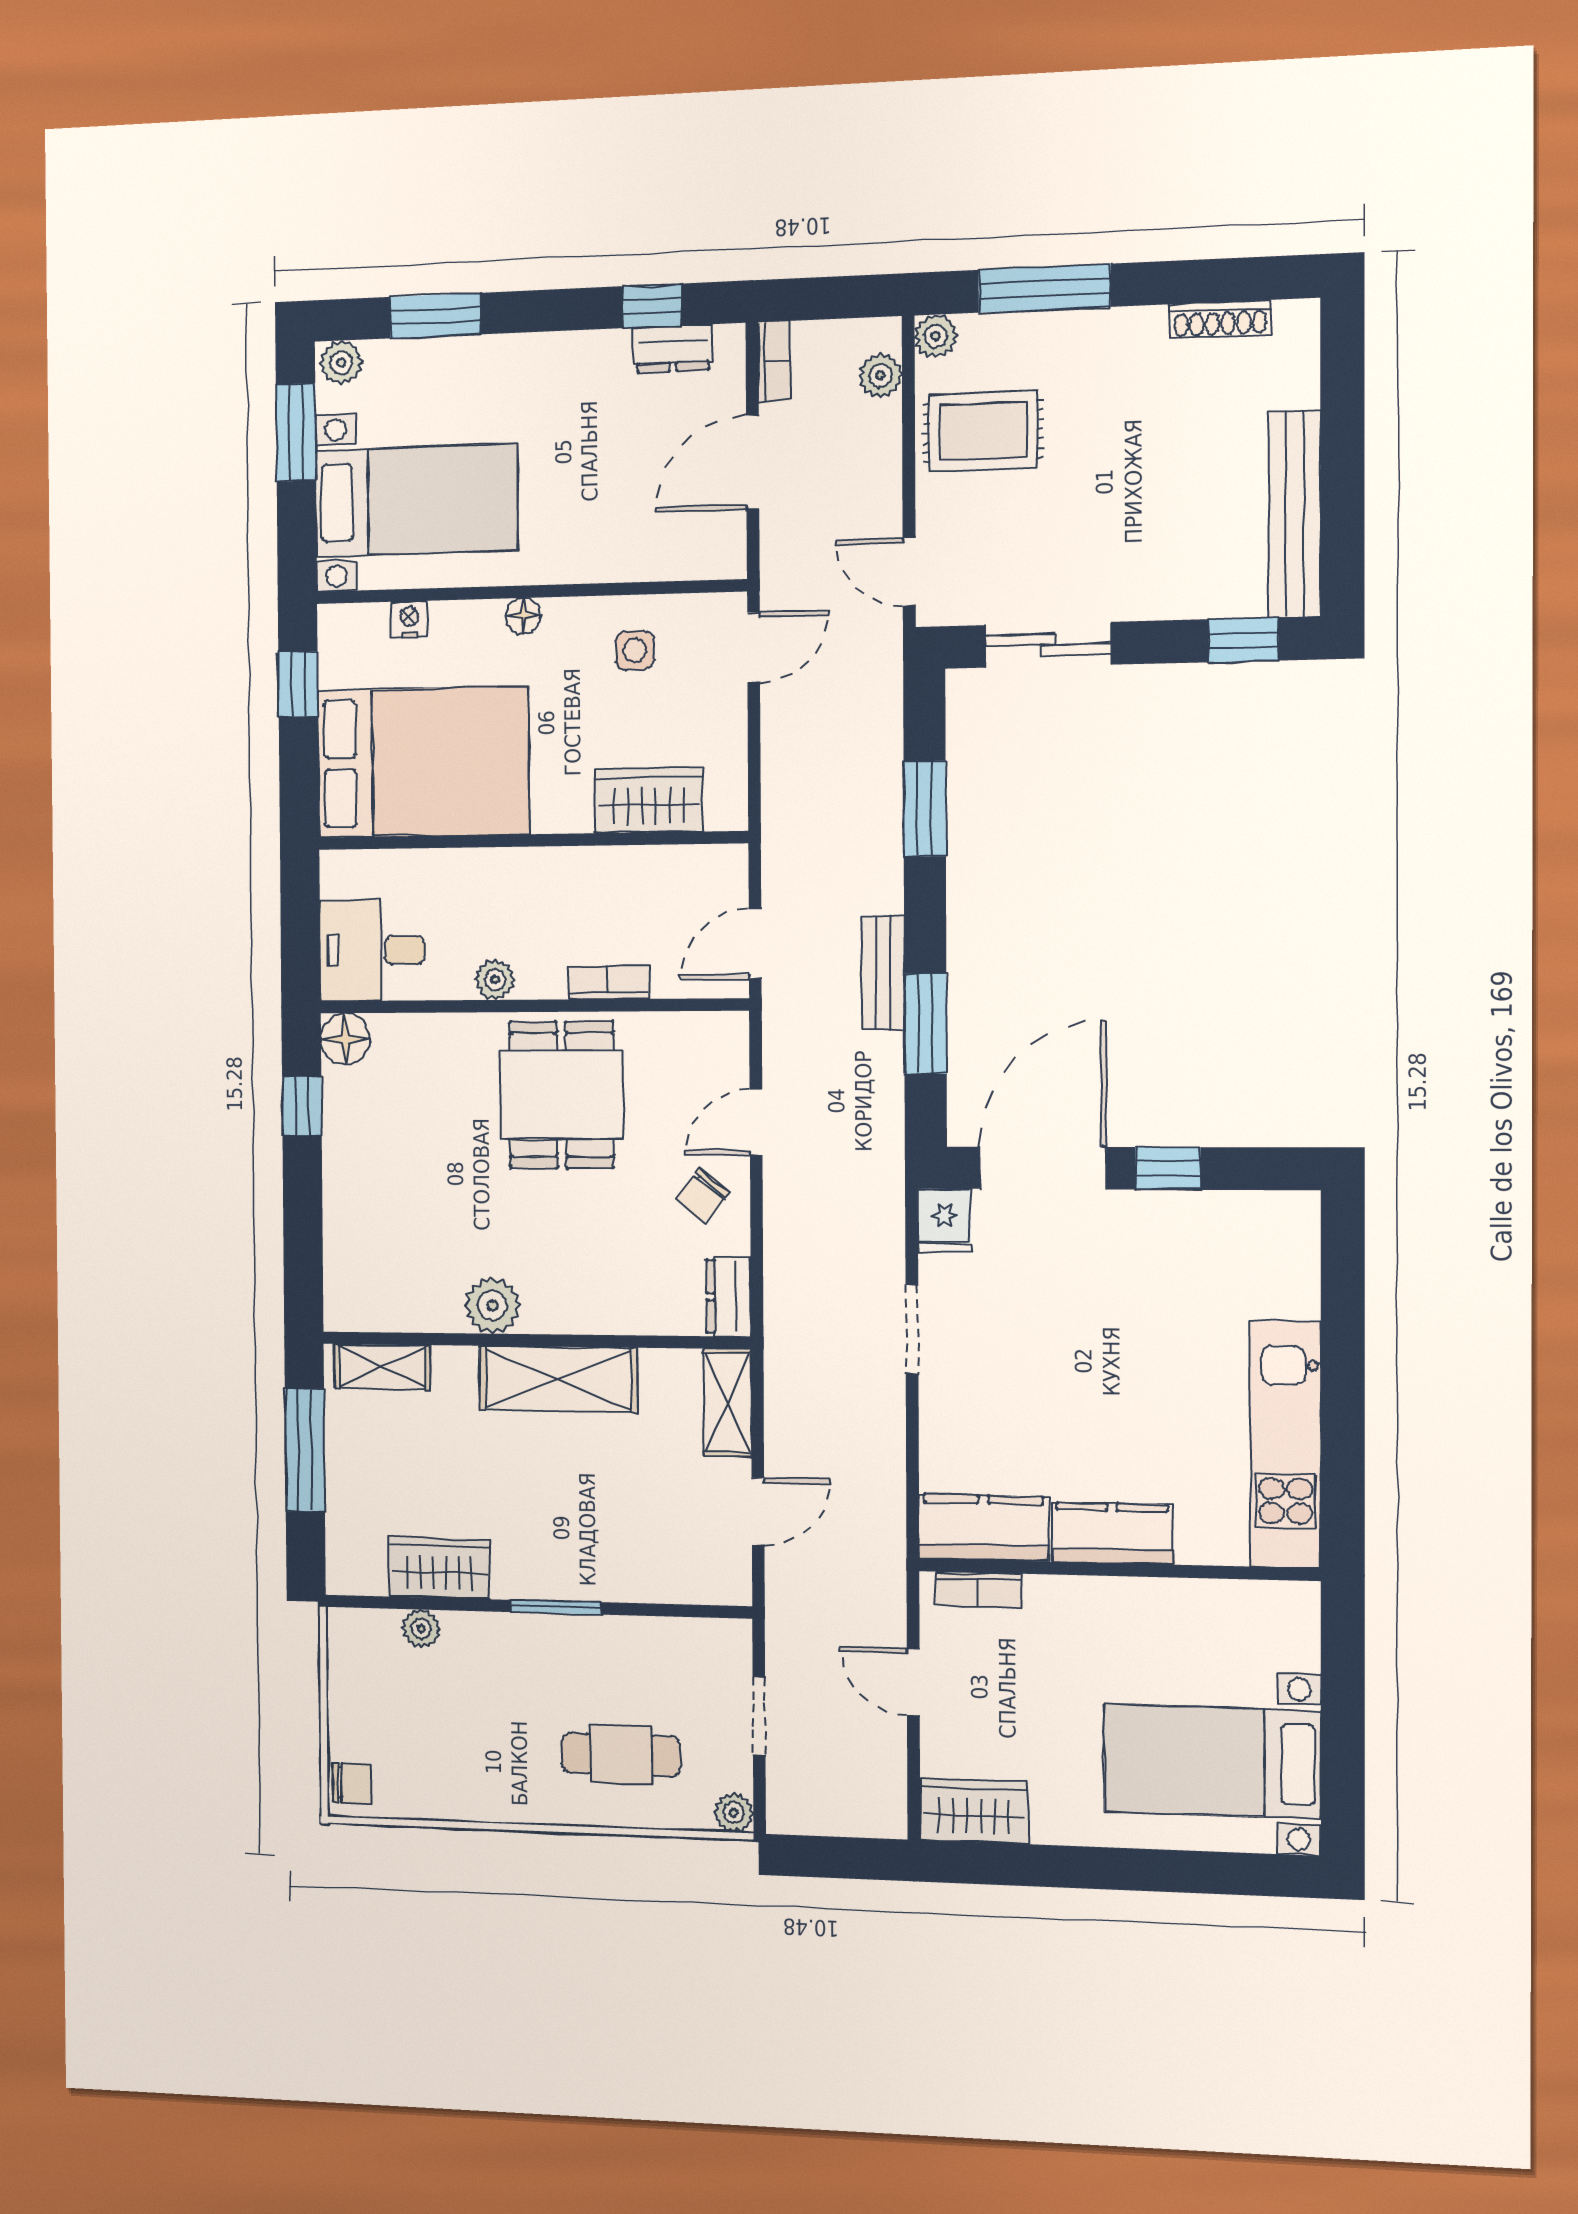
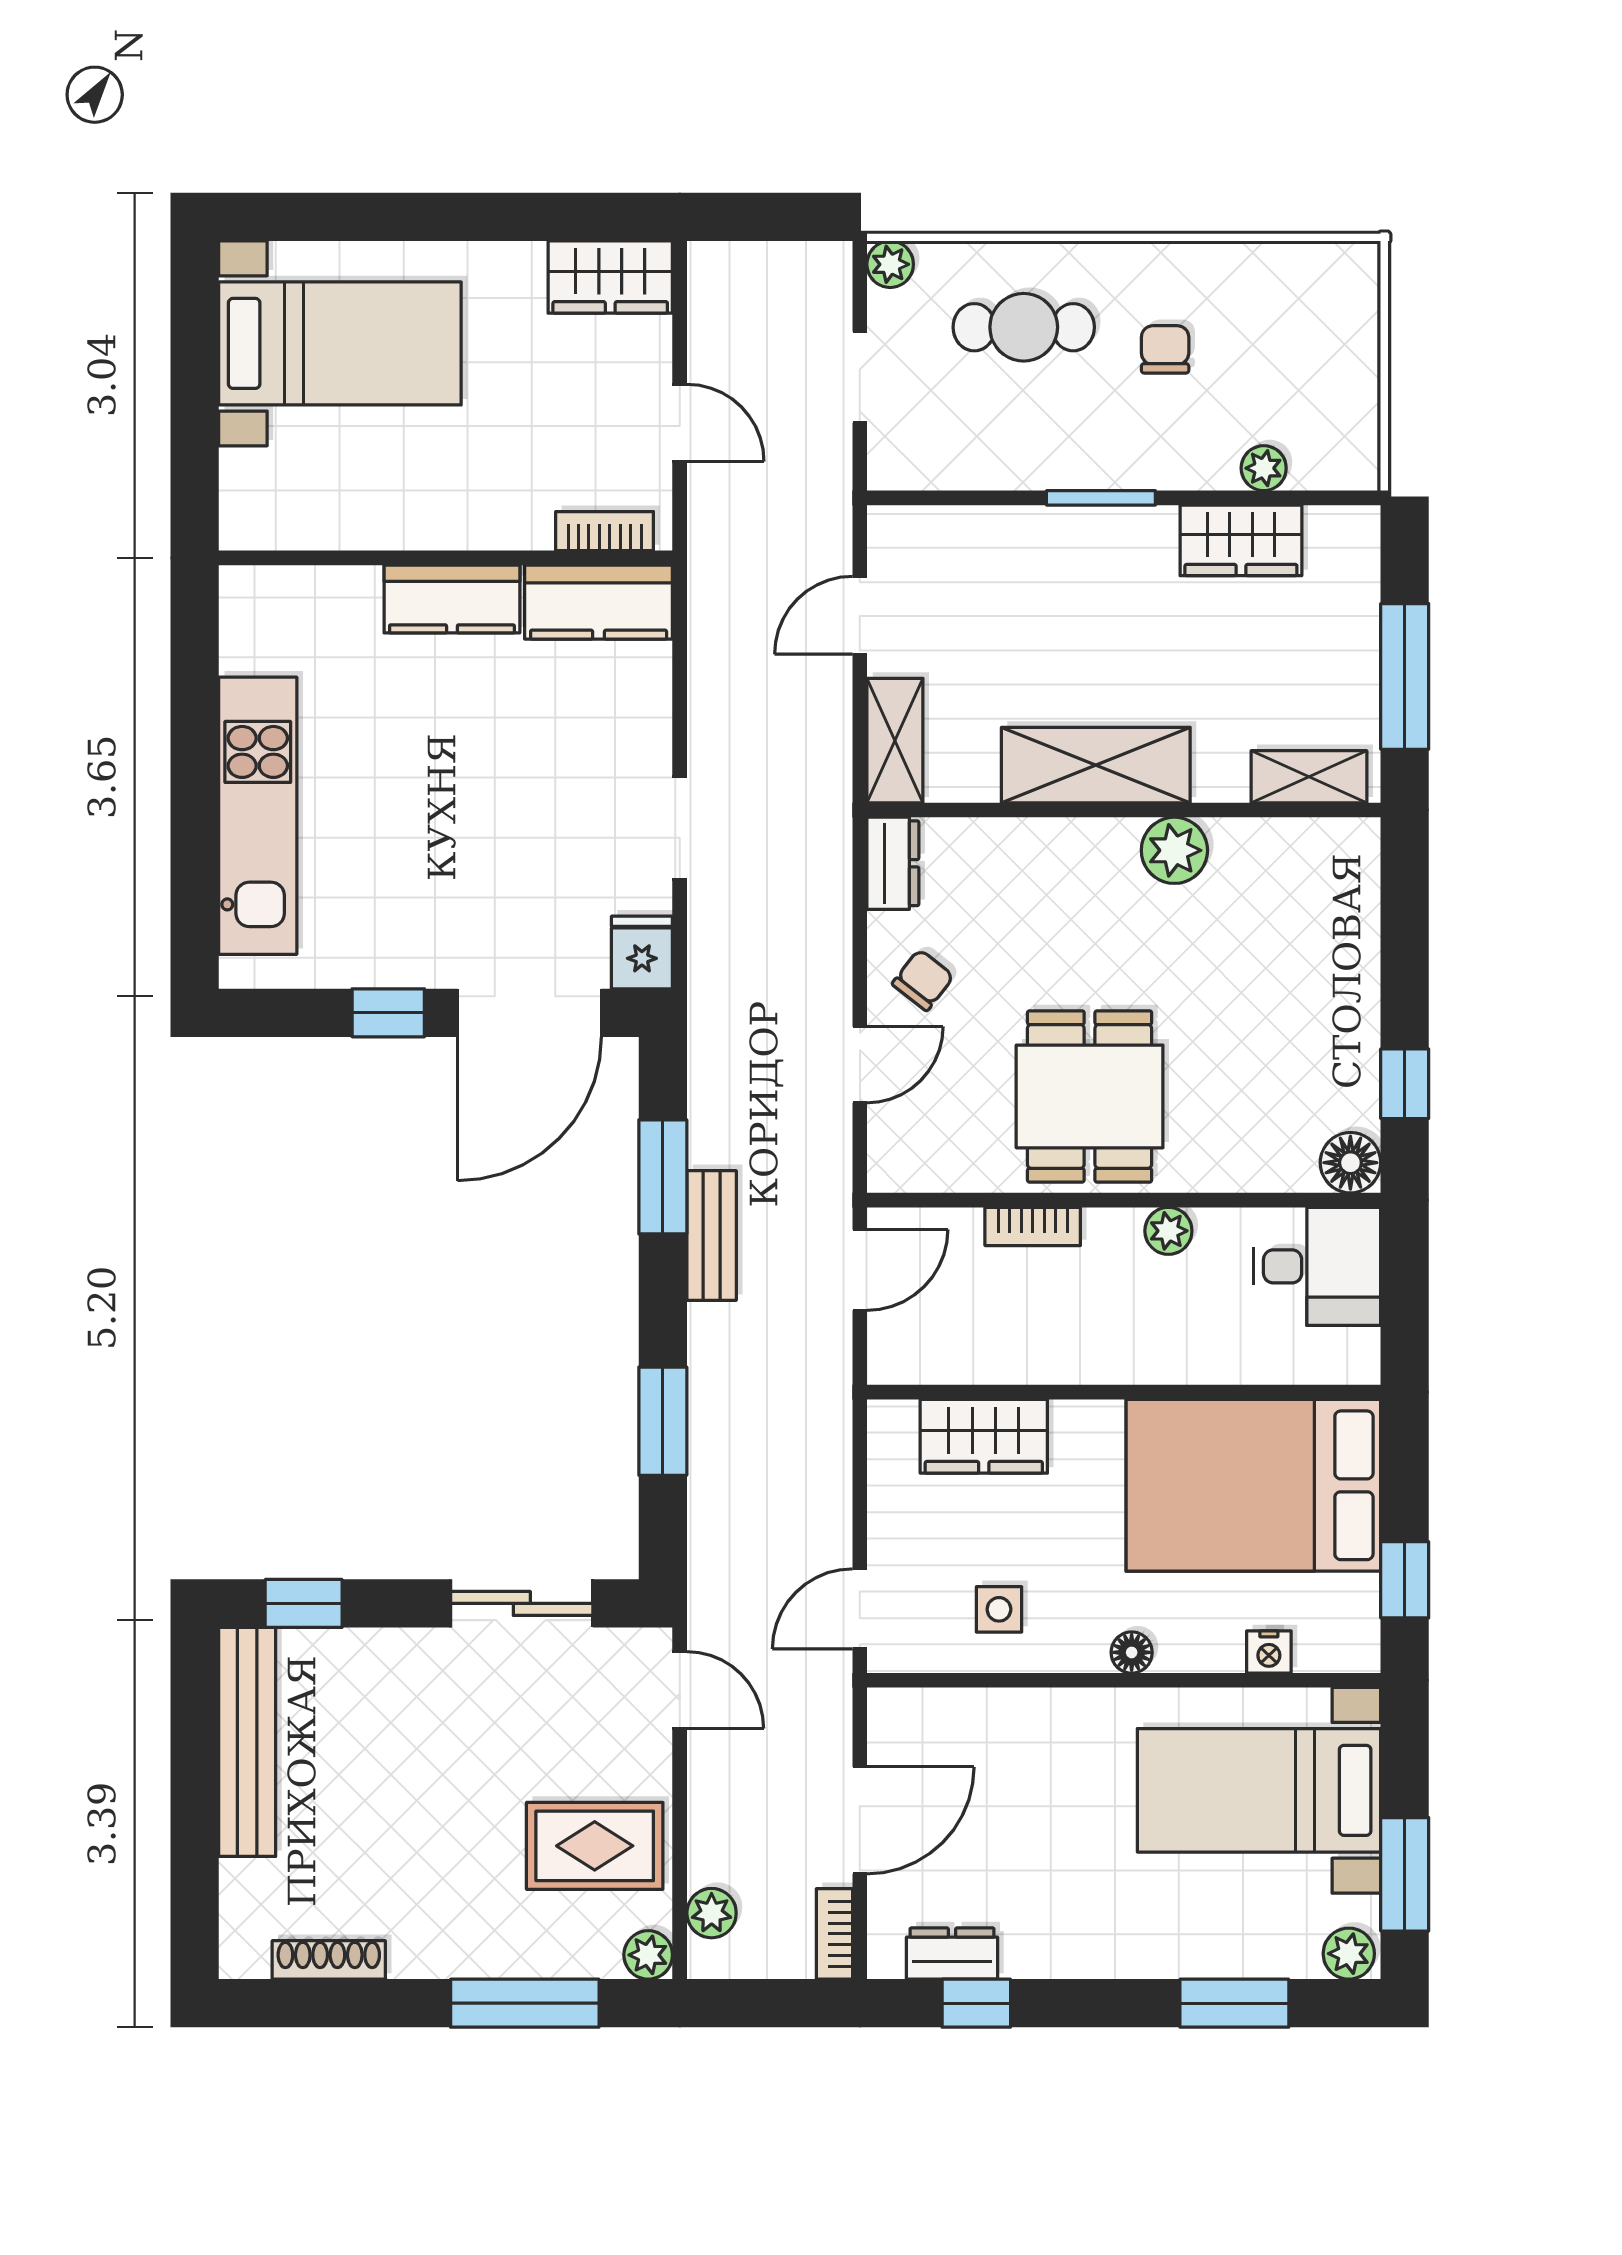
kitchen unit: (1286, 1444) -> (258, 816), moved
chair: (351, 1783) -> (1165, 349), moved, turned 90

